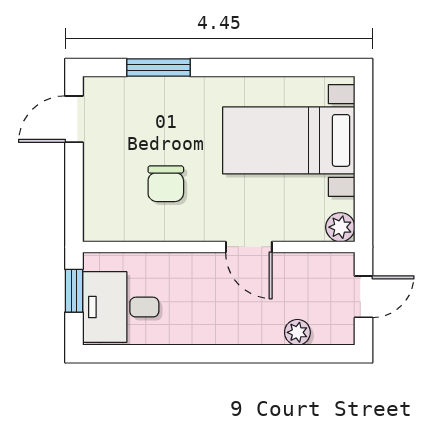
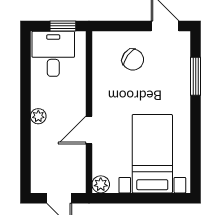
chair: (166, 184) -> (133, 60), moved, turned -144
plant: (297, 332) -> (38, 116), moved

